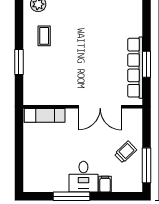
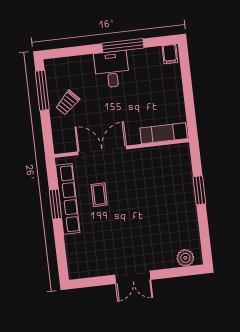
coffee table: (44, 36) -> (99, 195), moved
filing cabinet: (105, 184) -> (170, 54), moved

